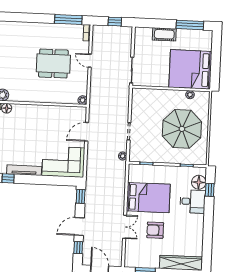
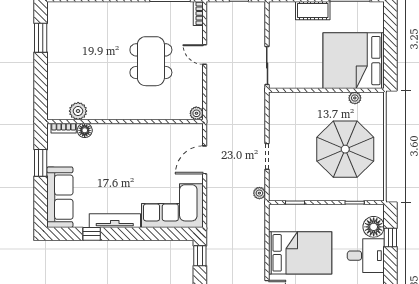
dining table: (53, 64) -> (151, 61), turned 90

